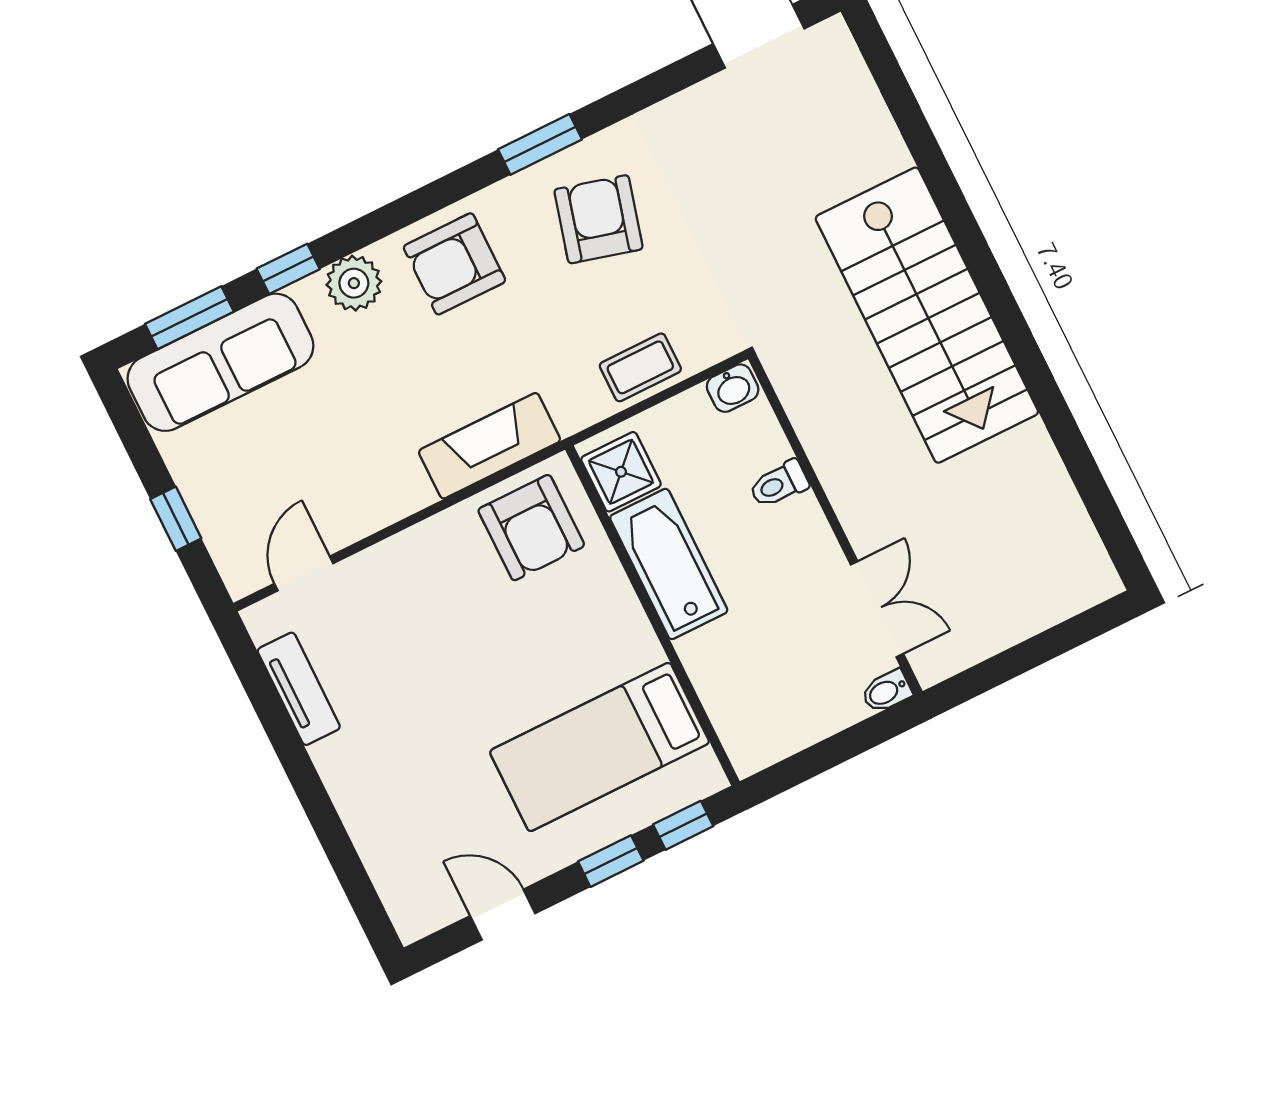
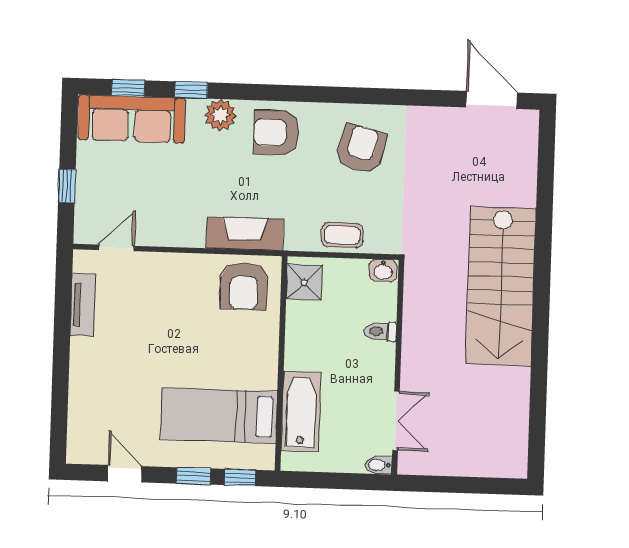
window: (540, 144) -> (352, 95), removed
window: (189, 318) -> (128, 88), width x0.67
bathtub: (669, 564) -> (301, 411), moved

